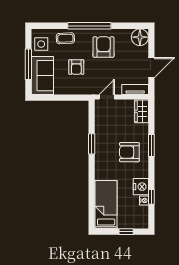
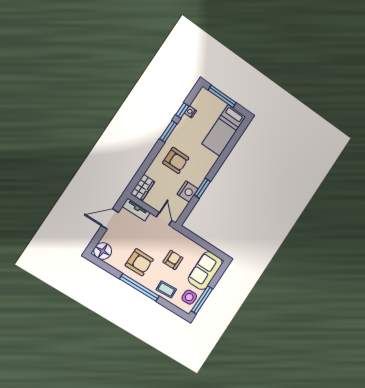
armchair: (103, 47) -> (139, 262), turned -90
window: (28, 64) -> (202, 300), moved
door: (107, 97) -> (164, 219), swing flipped
window: (151, 146) -> (168, 131), moved
nightstand: (141, 187) -> (188, 192), moved, turned 180
window: (126, 232) -> (222, 96), width x2.17

